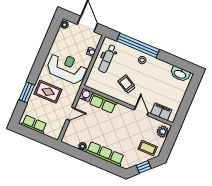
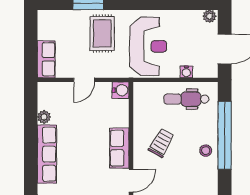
row of seats: (103, 103) -> (119, 148), moved
door: (71, 114) -> (84, 80), hinge flipped
row of seats: (34, 124) -> (46, 59), moved

